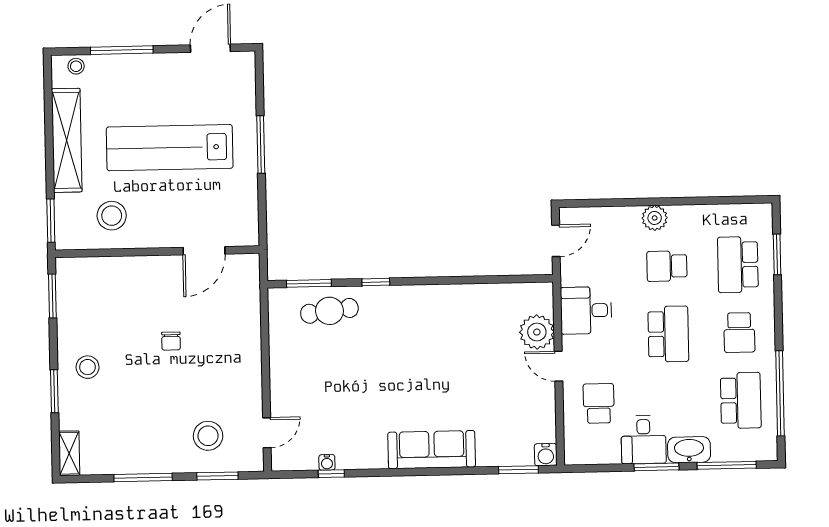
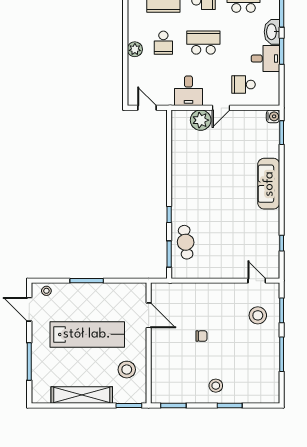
stool: (76, 66) -> (46, 291), moved
lab bench: (170, 148) -> (87, 334), turned -90
shelving: (69, 453) -> (266, 397), removed
water cooler: (327, 462) -> (275, 246), removed

